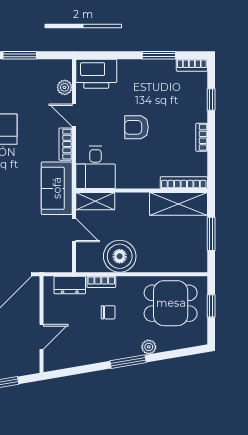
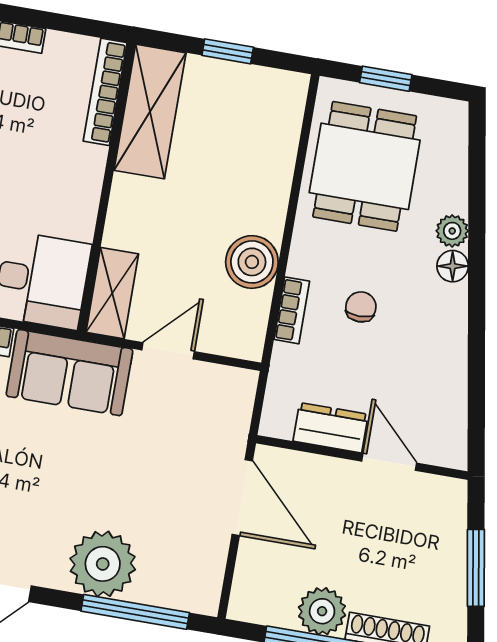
window: (211, 234) -> (228, 51), width x0.67
boiler: (120, 256) -> (252, 262), width x0.73, depth x0.73
dresser: (70, 285) -> (331, 428), moved, turned -90
floor lamp: (133, 350) -> (453, 266), added
window: (128, 362) -> (477, 282), removed

